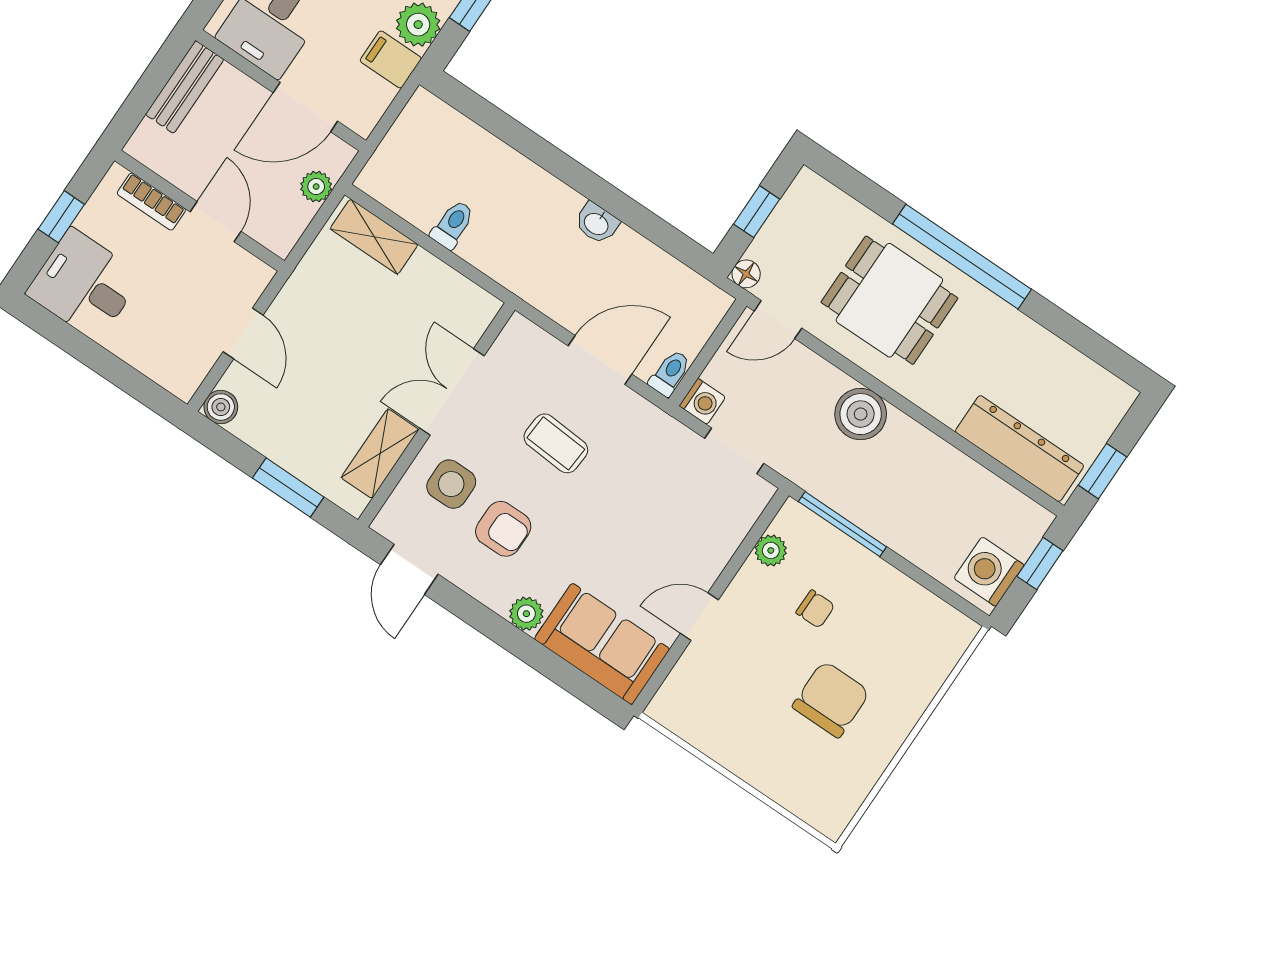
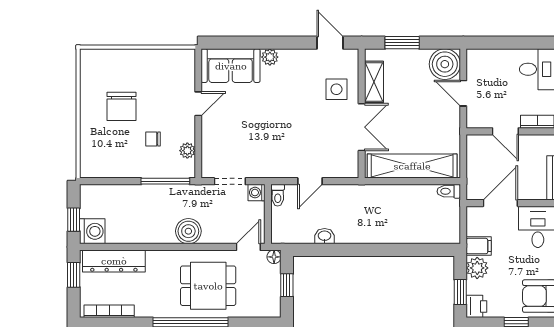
plant: (316, 187) -> (474, 174), removed
washbasin: (597, 223) -> (325, 236), moved
toilet: (453, 225) -> (449, 191), moved, turned 90
shelving: (374, 237) -> (412, 166), width x2.20, depth x1.33
door: (600, 360) -> (310, 181), width x0.73
bookcase: (1084, 370) -> (109, 311), added
boiler: (221, 407) -> (445, 64), width x1.86, depth x1.86
coffee table: (556, 443) -> (305, 135), removed
armchair: (503, 529) -> (303, 85), removed
washing machine: (989, 572) -> (92, 231), moved

